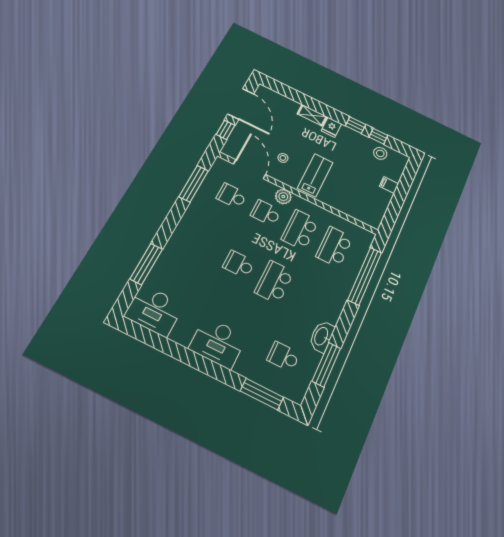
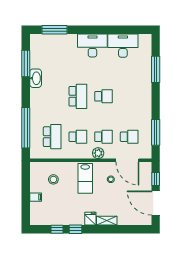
stool: (380, 153) -> (53, 179), moved
school desk: (300, 230) -> (78, 137), width x0.54
desk: (154, 310) -> (123, 46), moved
school desk: (283, 357) -> (52, 56), removed

